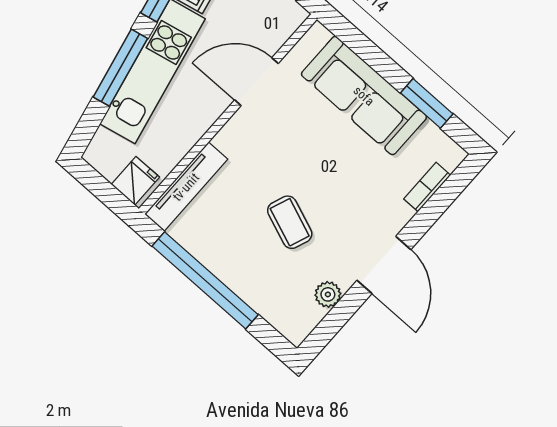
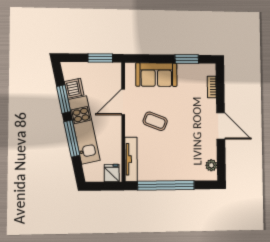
sofa: (364, 96) -> (156, 75), width x0.73
coffee table: (290, 222) -> (155, 121), moved
plant: (328, 294) -> (211, 165), moved

